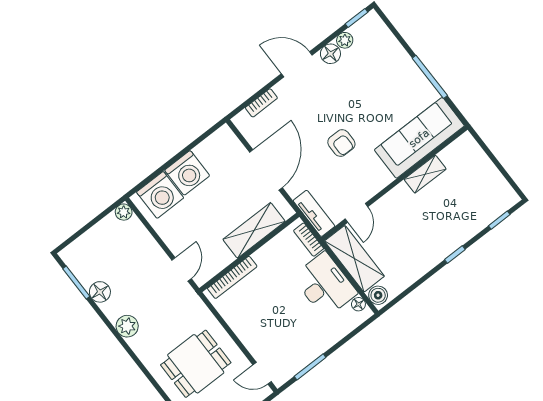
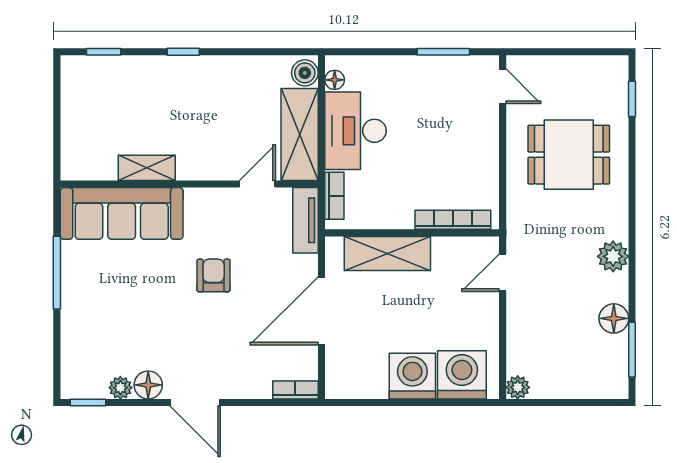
bookcase: (261, 103) -> (295, 390), moved

